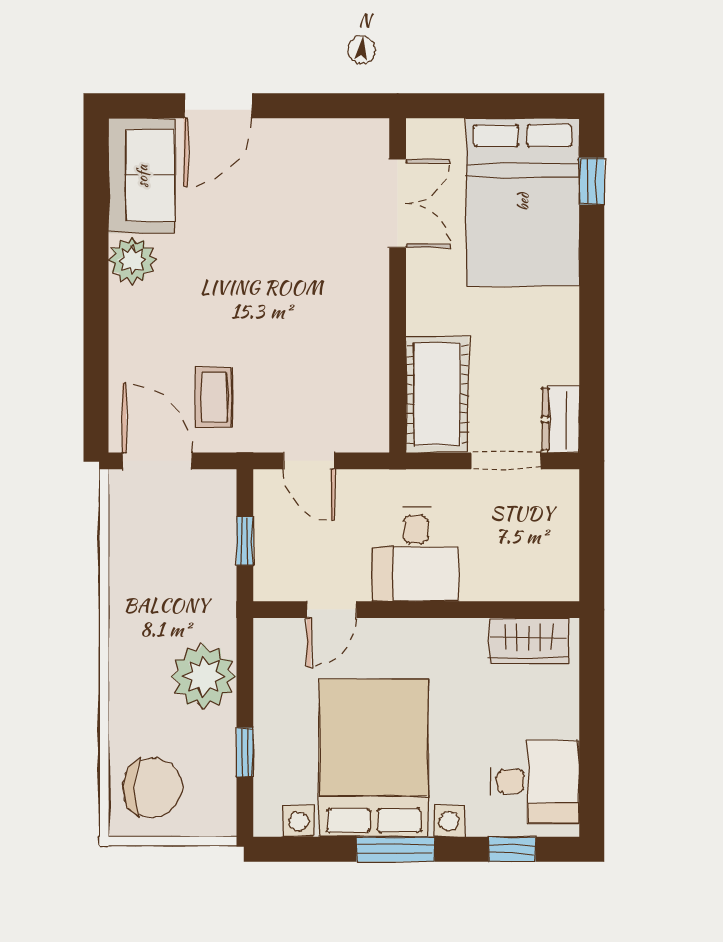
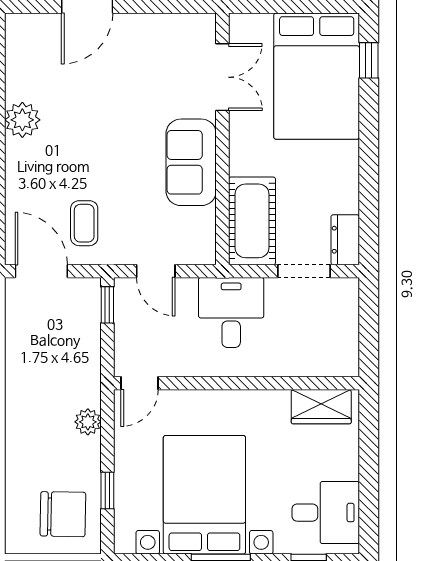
sofa: (142, 176) -> (191, 162), moved, turned 180
window: (245, 541) -> (107, 305), moved
desk: (416, 555) -> (231, 312), moved, turned 180
door: (332, 610) -> (139, 383), moved
plant: (203, 676) -> (88, 422), width x0.53, depth x0.53
chair: (152, 788) -> (63, 514), moved

